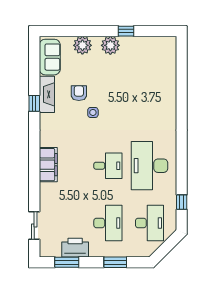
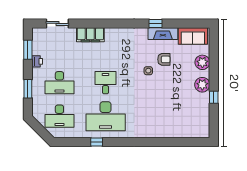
filing cabinet: (48, 165) -> (90, 35), moved
desk: (108, 166) -> (106, 83), turned 180
desk: (150, 166) -> (106, 116), turned 180
window: (182, 202) -> (97, 142), moved
printer: (75, 248) -> (37, 61), width x0.53, depth x0.68

